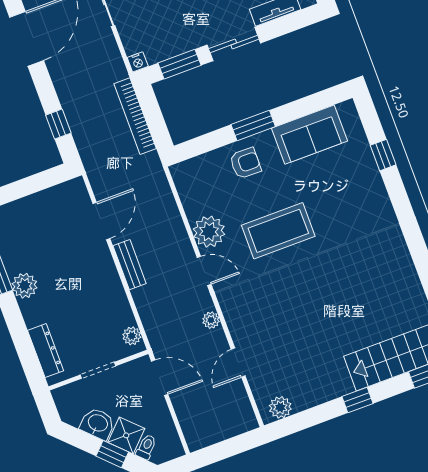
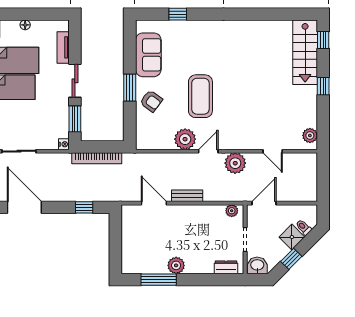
armchair: (245, 163) -> (151, 101), turned 125
plant: (211, 320) -> (235, 163), width x1.88, depth x1.88
dresser: (46, 351) -> (226, 267), width x0.70
washbasin: (98, 424) -> (257, 265), moved, turned 45
window: (112, 454) -> (291, 259), moved

